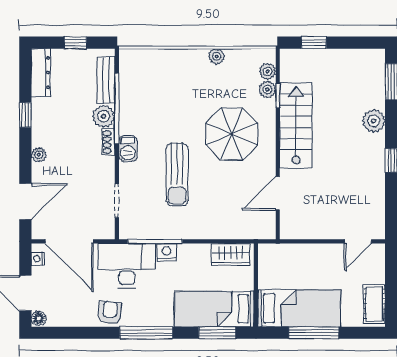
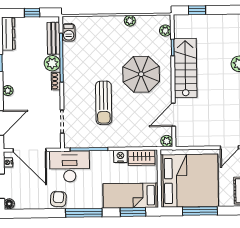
plant: (267, 90) -> (167, 141), moved
barbecue: (128, 149) -> (69, 32), moved
nightstand: (167, 252) -> (120, 156), moved
bed: (299, 308) -> (189, 181), width x2.04

